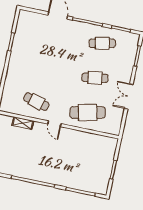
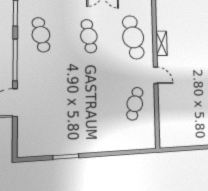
shelving: (23, 123) -> (162, 43), moved
door: (54, 124) -> (156, 75), hinge flipped

